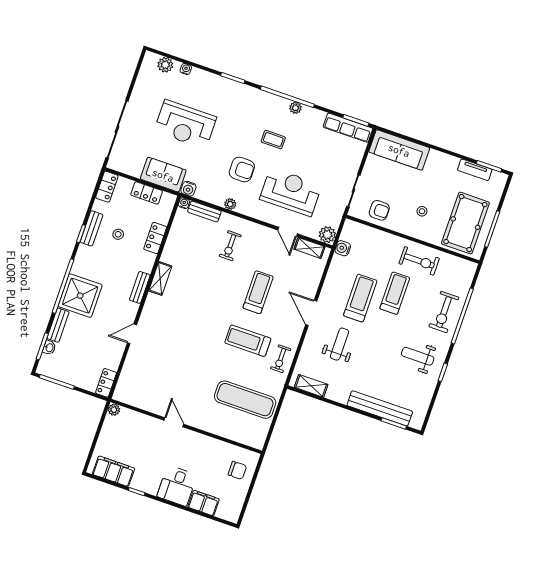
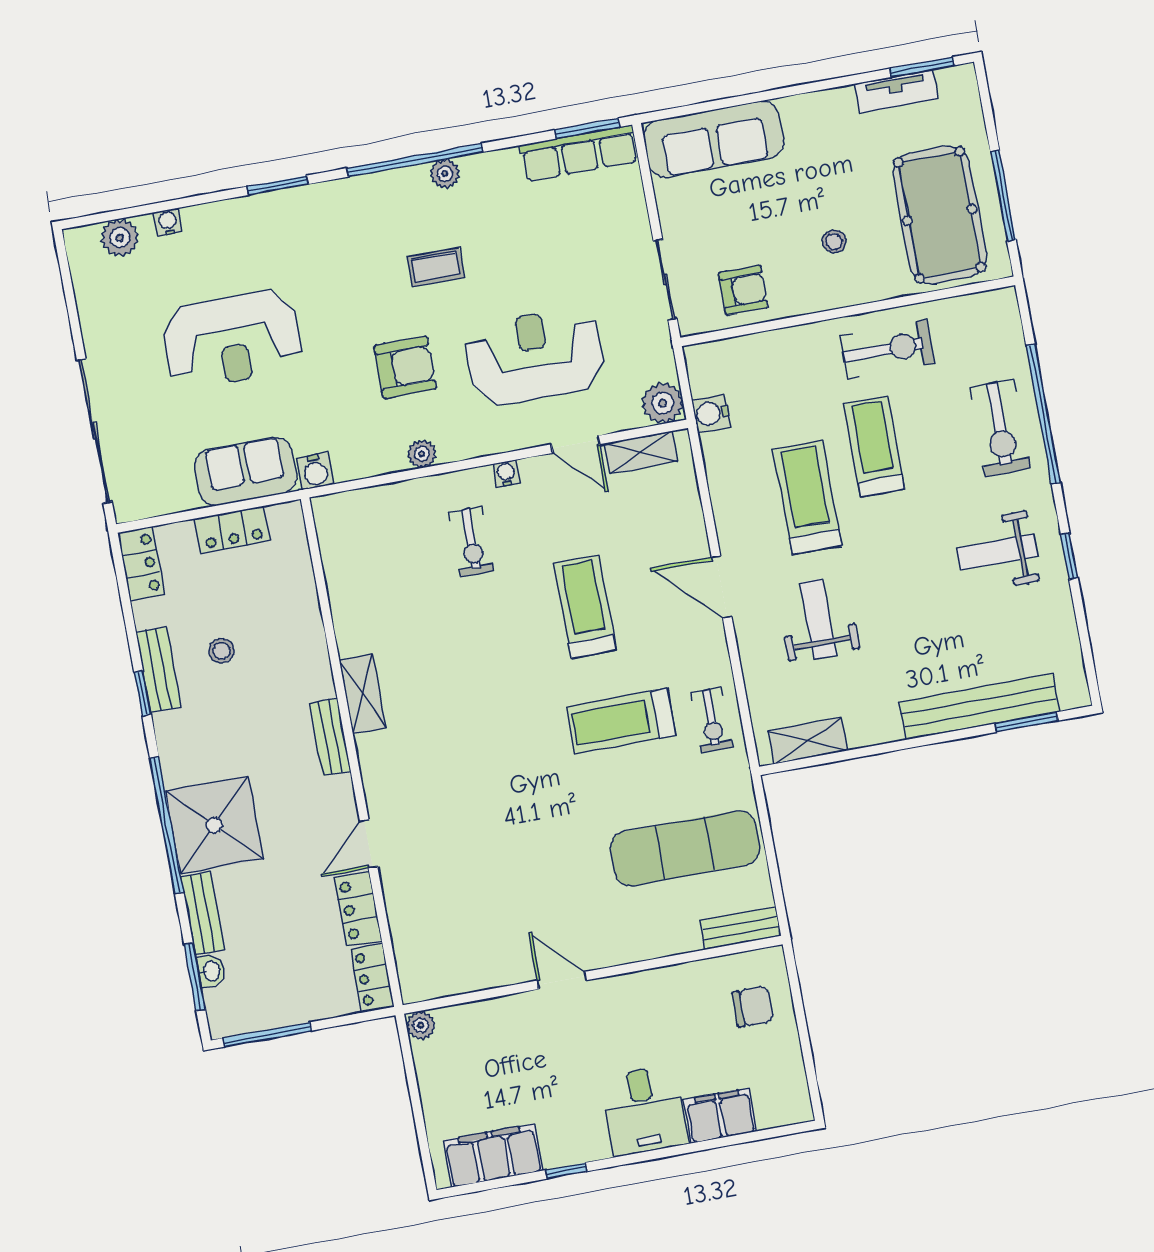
water cooler: (184, 203) -> (506, 473), moved
bench: (204, 211) -> (741, 928), moved
locker: (155, 238) -> (358, 909), moved

